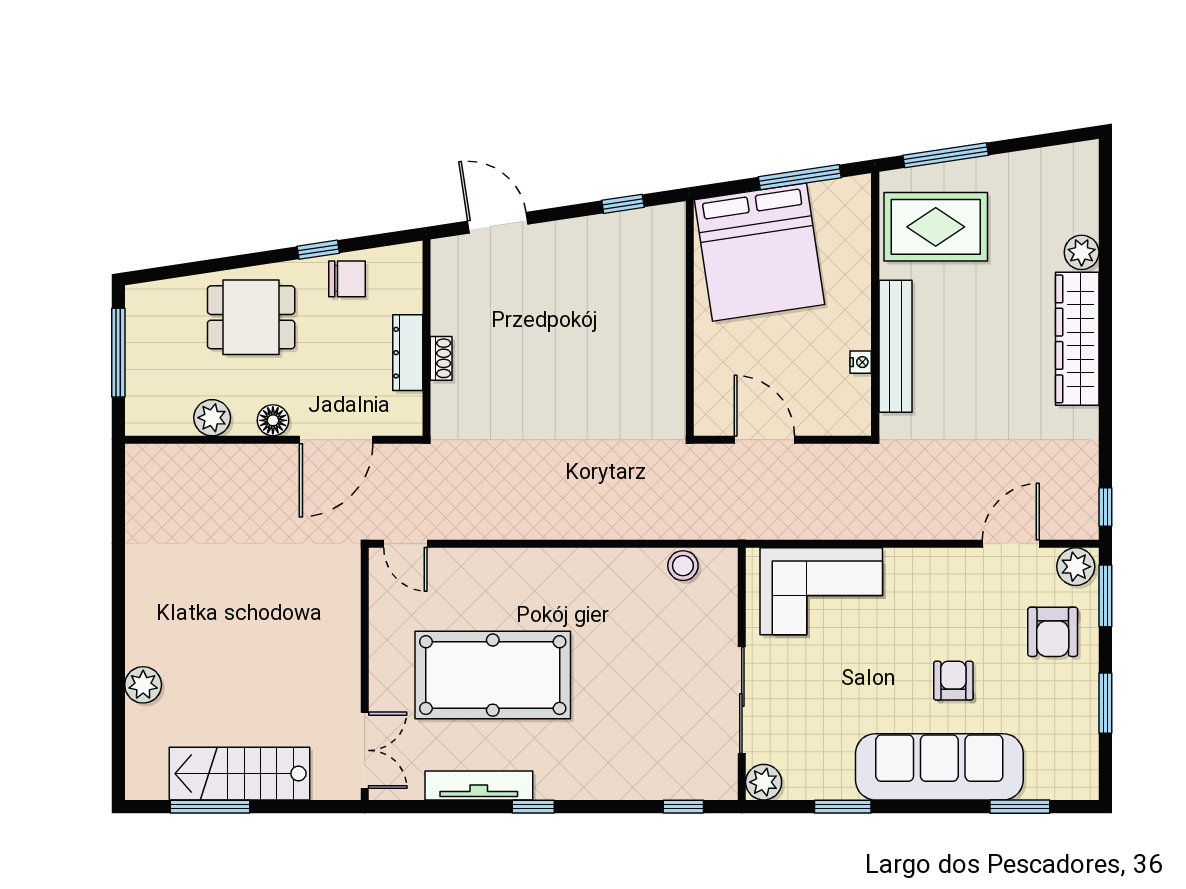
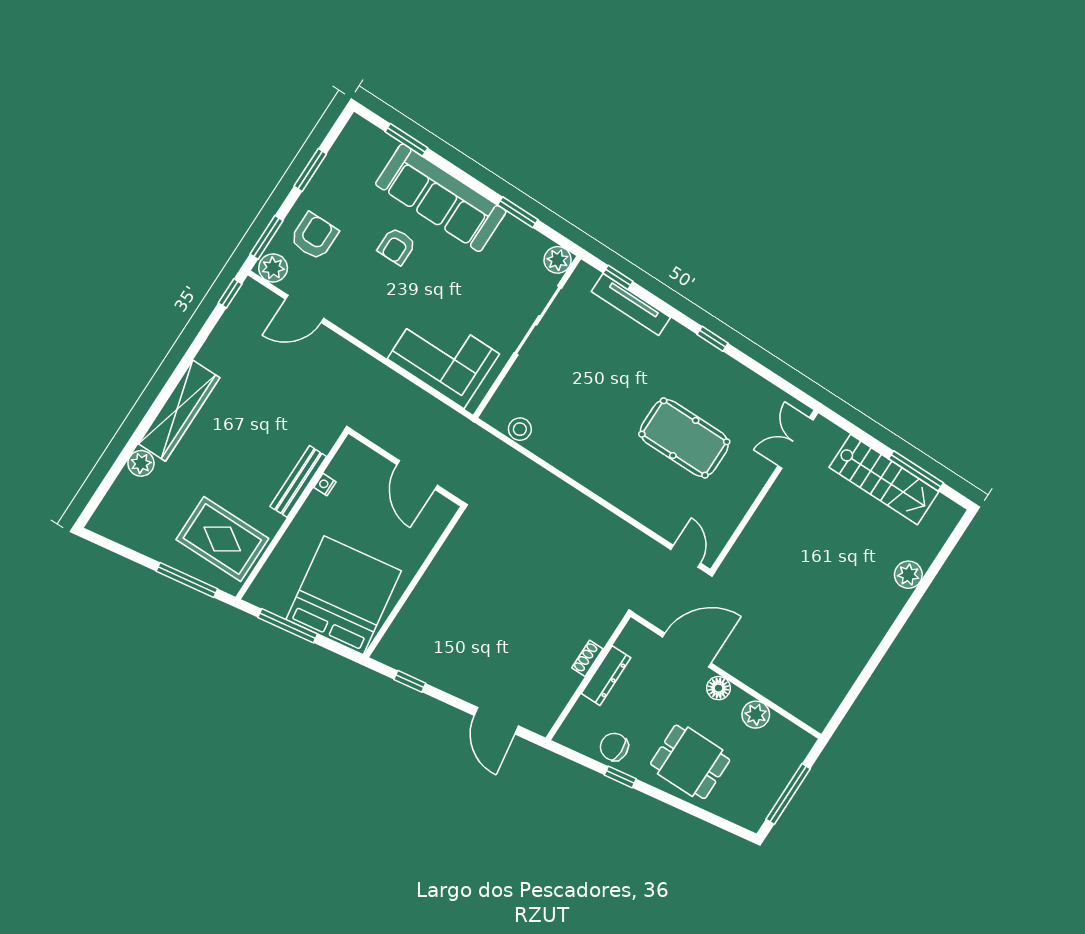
bench: (895, 346) -> (298, 481), width x0.73, depth x0.82
pool table: (493, 675) -> (684, 438), width x0.73, depth x0.76
tv unit: (479, 785) -> (631, 304), moved

